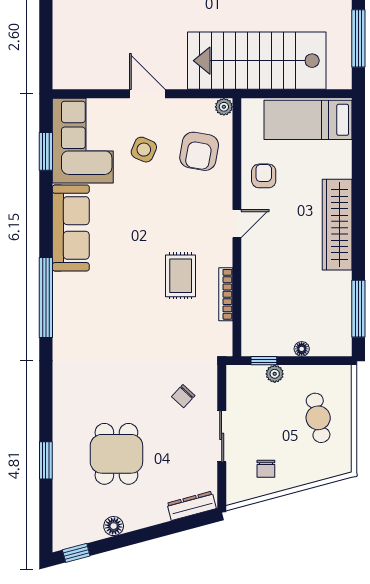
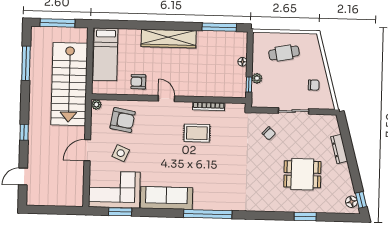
dresser: (192, 506) -> (339, 149), moved
floor lamp: (114, 526) -> (351, 202), moved

